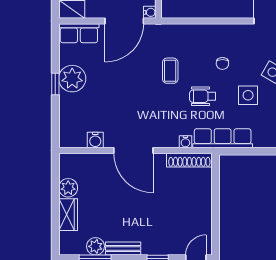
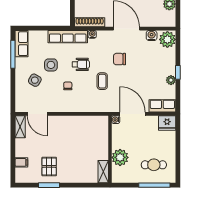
door: (124, 21) -> (132, 114), hinge flipped
plant: (72, 79) -> (171, 80), width x0.53, depth x0.53
chair: (144, 104) -> (120, 59), added
plant: (71, 134) -> (167, 39), added

